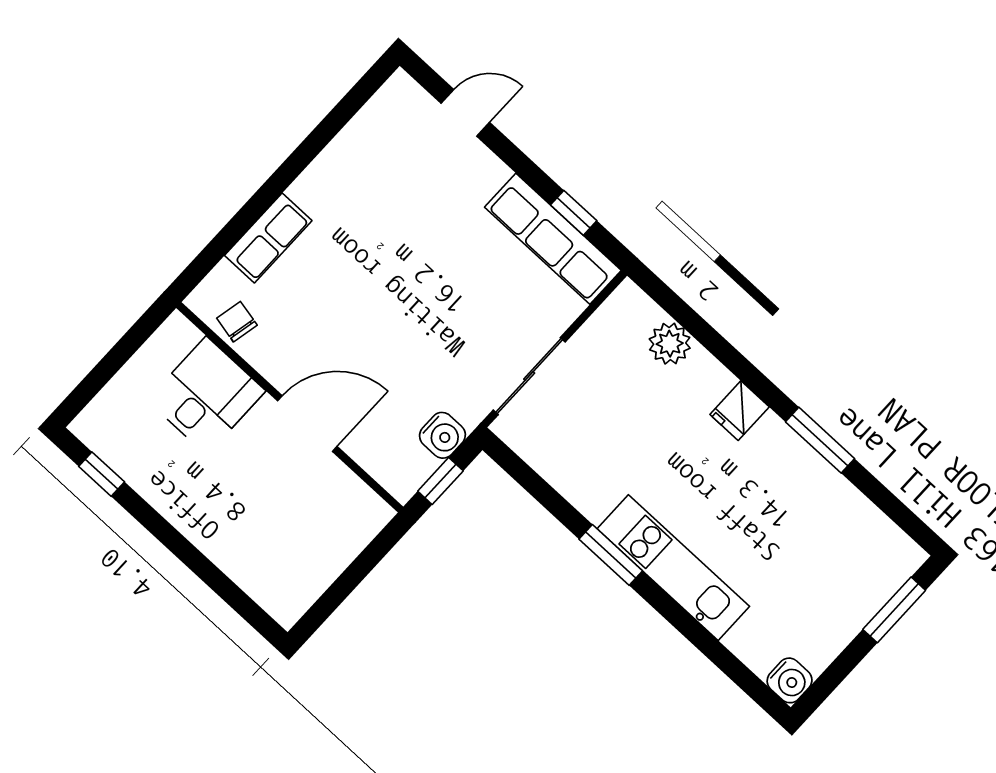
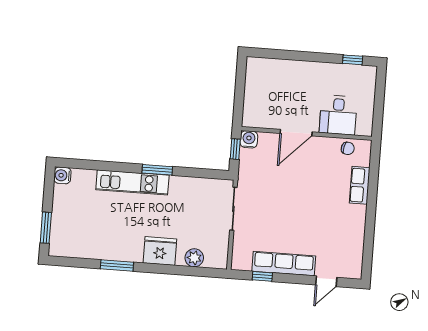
row of seats: (553, 239) -> (284, 264), moved
fridge: (740, 411) -> (160, 251), width x1.88, depth x1.34
water cooler: (442, 435) -> (249, 139), moved, turned 90

